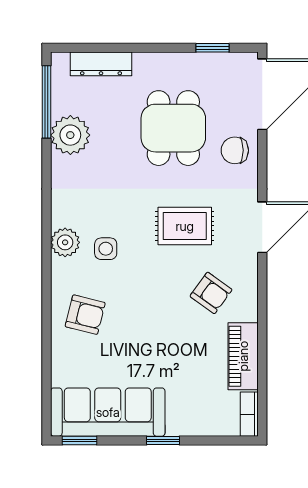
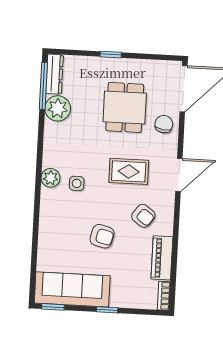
window: (213, 48) -> (111, 55), moved
dresser: (101, 64) -> (54, 74), moved, turned -90
chair: (235, 150) -> (164, 124), turned 98
armchair: (85, 315) -> (102, 236), moved

